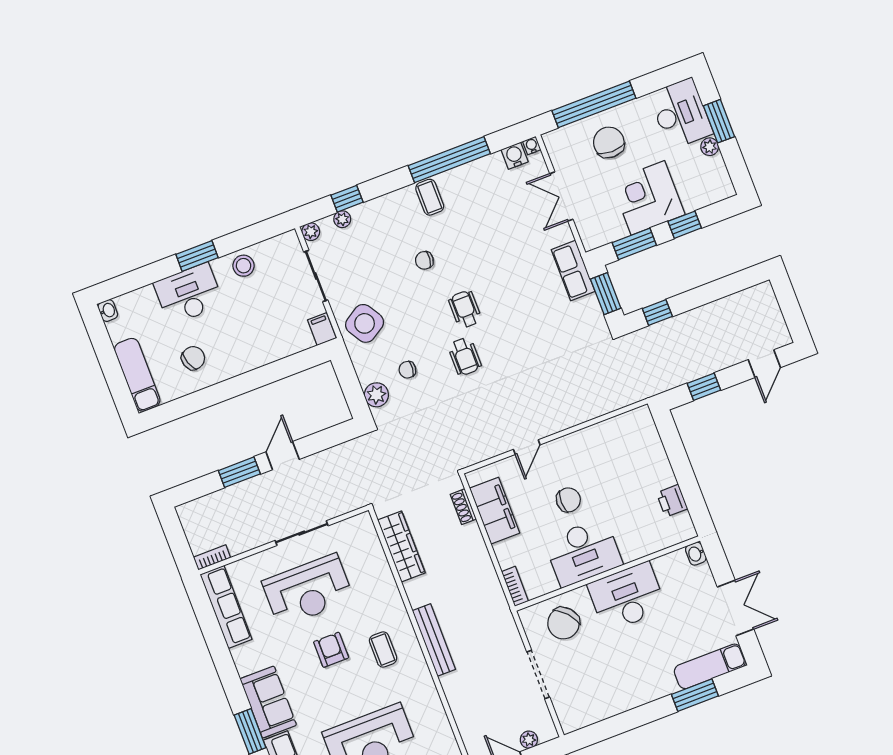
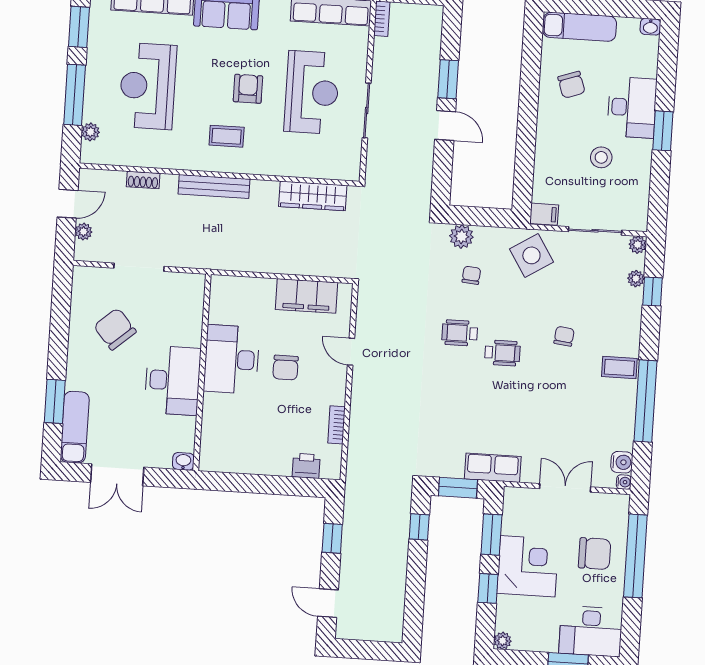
plant: (710, 147) -> (503, 641), moved
stool: (243, 266) -> (601, 157), moved
printer: (672, 501) -> (306, 466), moved
shoe rack: (463, 507) -> (143, 180), moved, turned 180
bookcase: (515, 586) -> (337, 425), moved, turned 90
reception desk: (308, 590) -> (312, 92), turned 180
chair: (563, 623) -> (115, 329), moved
armchair: (331, 650) -> (248, 89), turned -90

